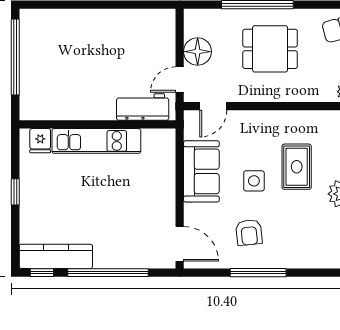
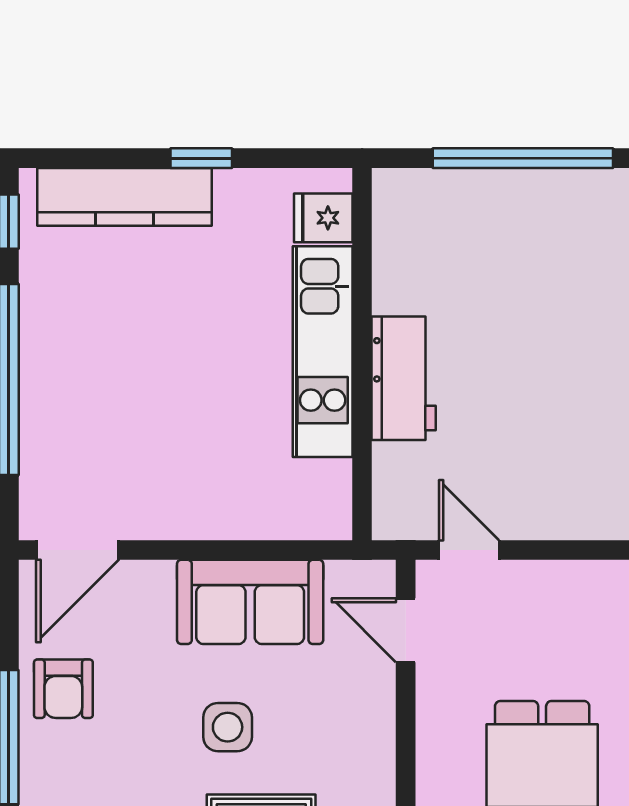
floor lamp: (198, 52) -> (536, 593), removed
workbench: (143, 107) -> (404, 378), moved
armchair: (249, 232) -> (63, 689), moved, turned -84
kitchen counter: (56, 256) -> (124, 197), moved, turned 90

